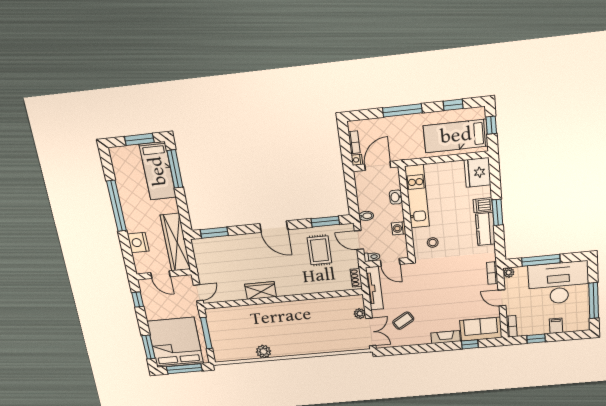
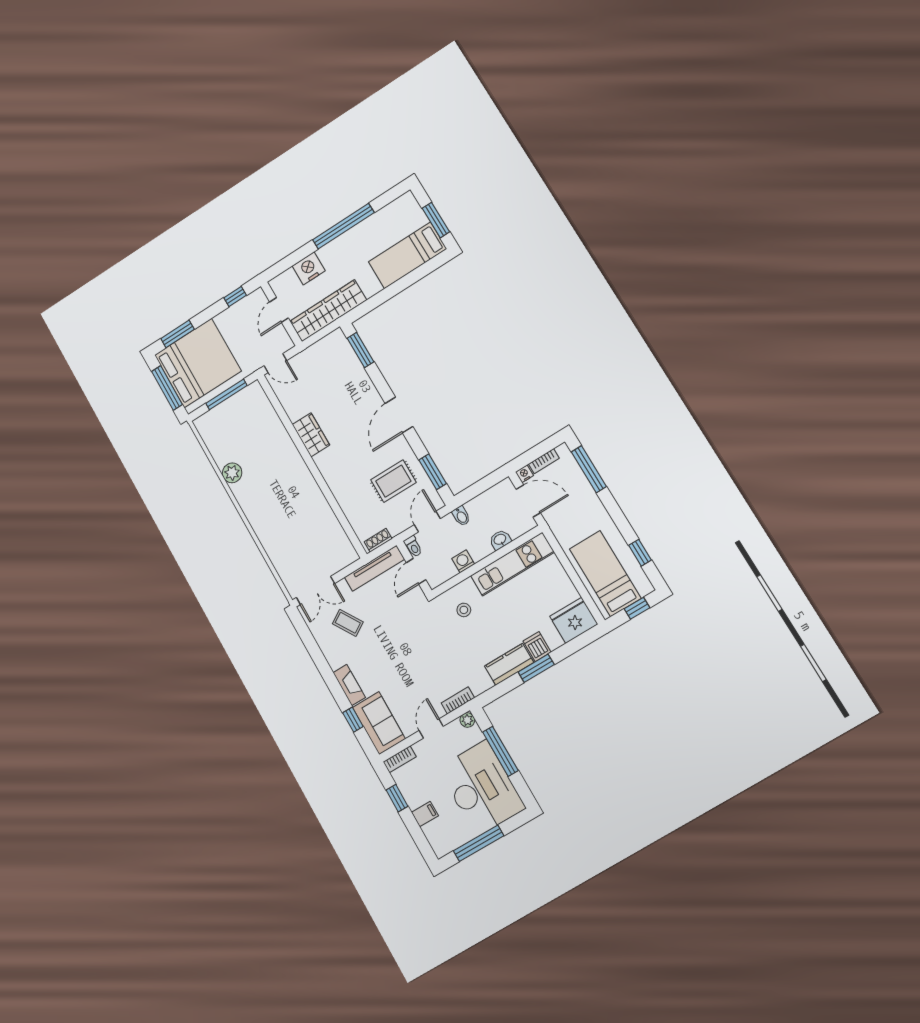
window: (402, 110) -> (589, 469), moved
window: (175, 169) -> (419, 273), removed
plant: (360, 314) -> (334, 566), removed

